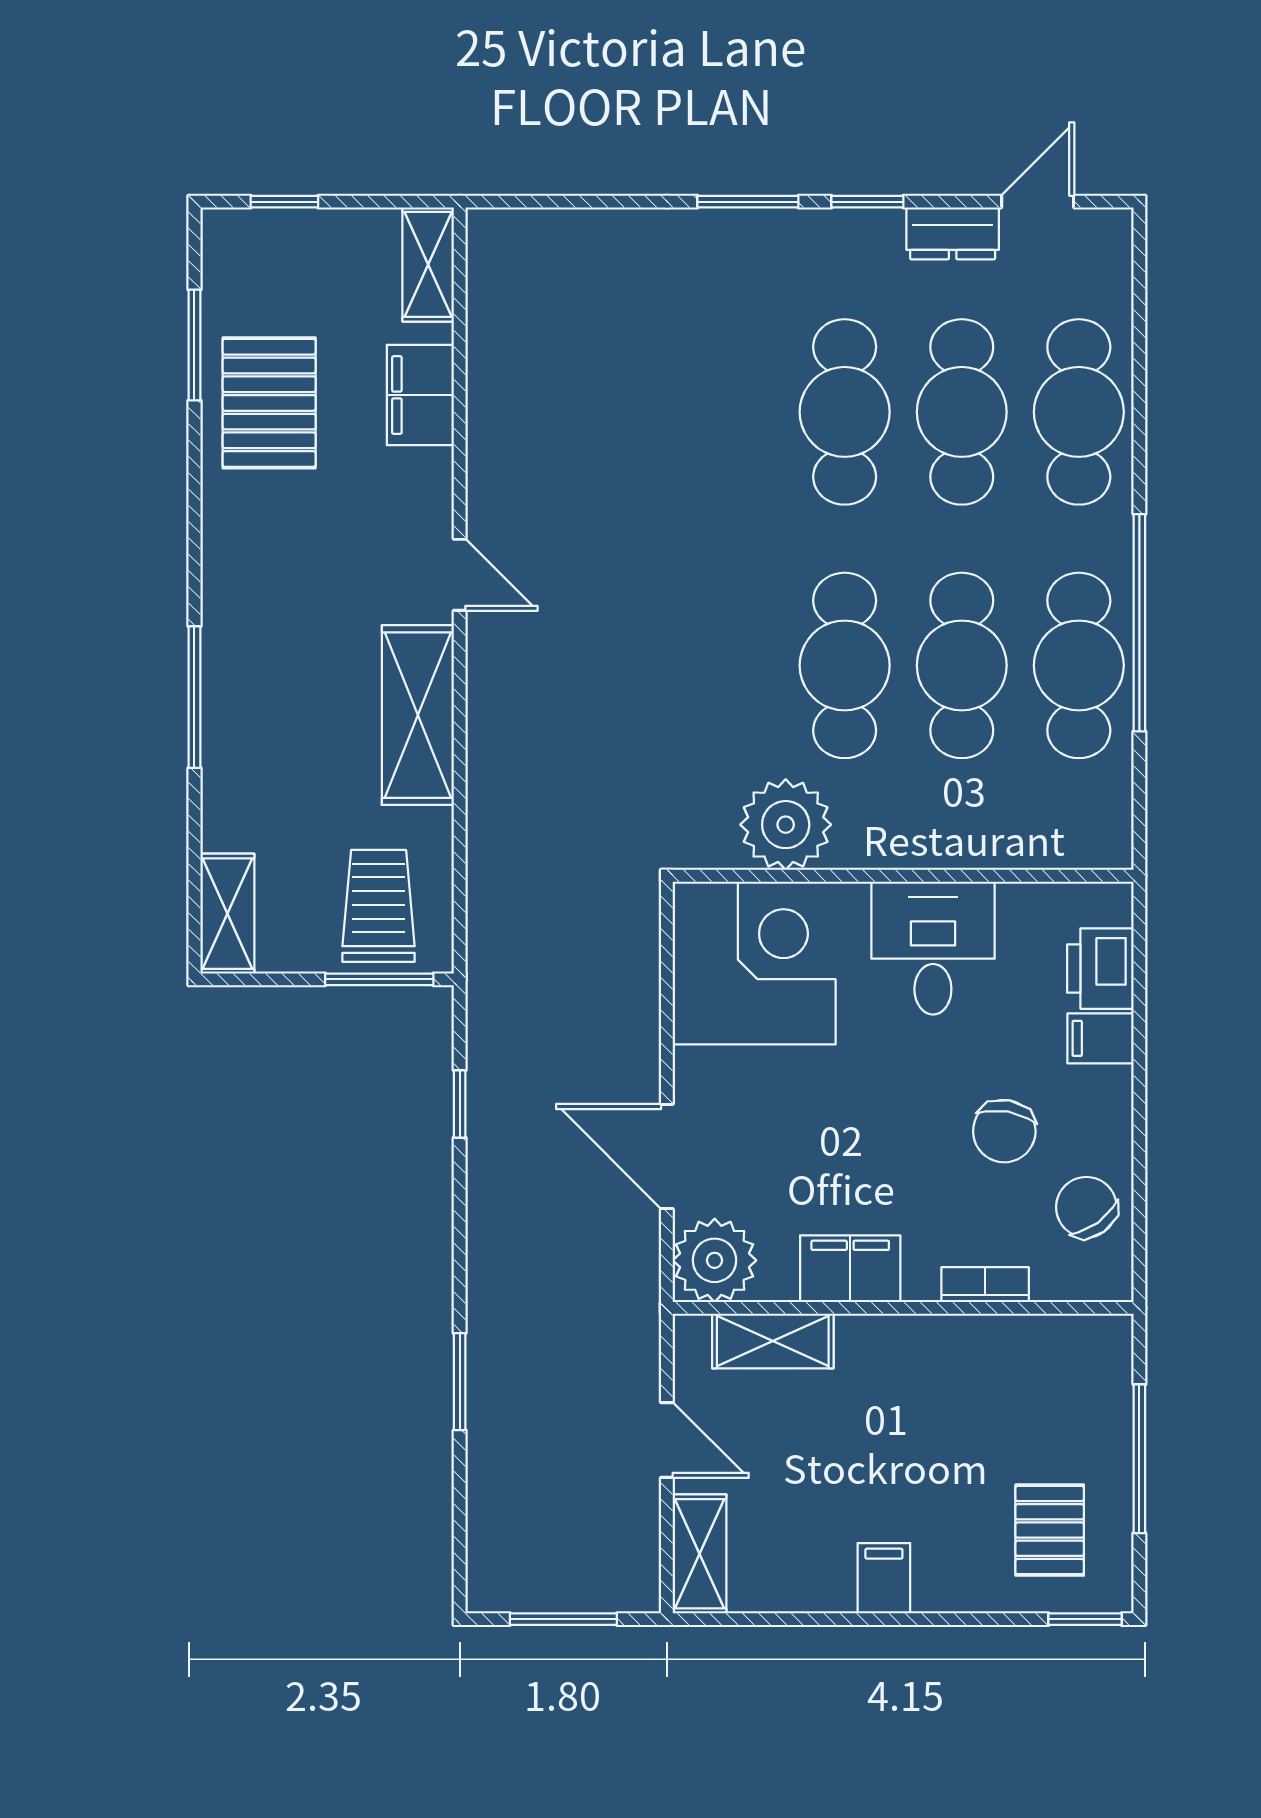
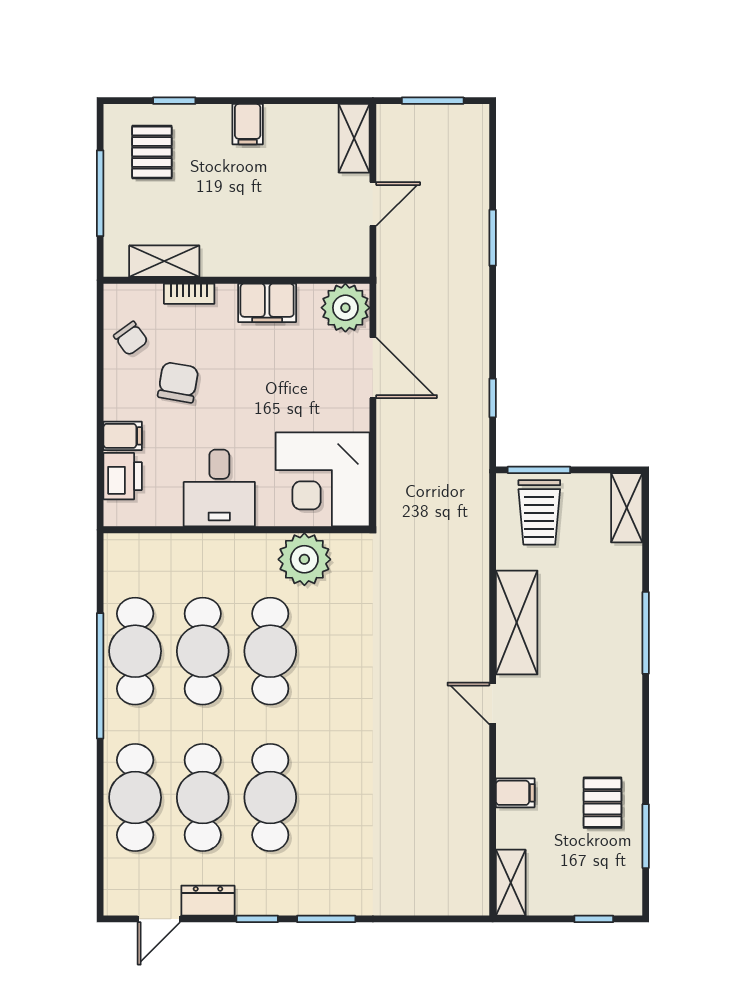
filing cabinet: (420, 395) -> (515, 793), width x0.50
pallet: (269, 403) -> (603, 803), width x0.67, depth x0.71
chair: (1086, 1207) -> (131, 338), width x0.73, depth x0.73
shelving: (773, 1341) -> (164, 261), moved
door: (667, 1440) -> (373, 204), swing flipped
window: (1085, 1619) -> (174, 101), moved

